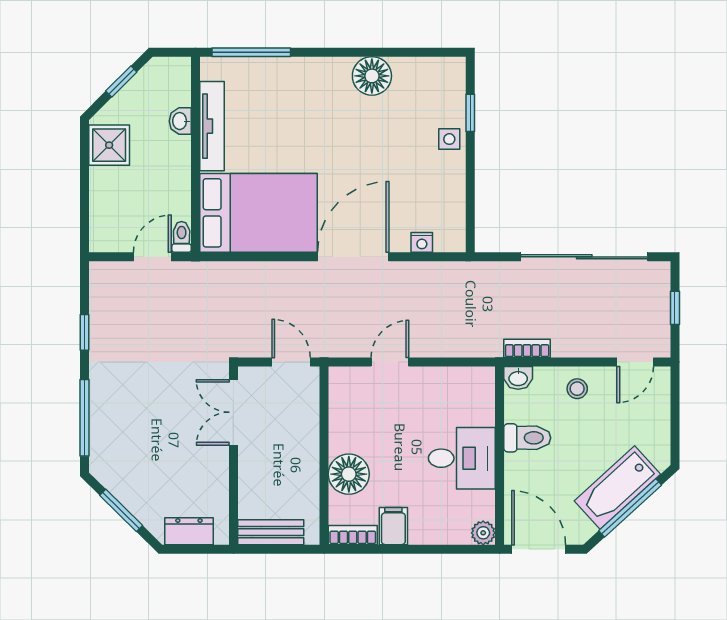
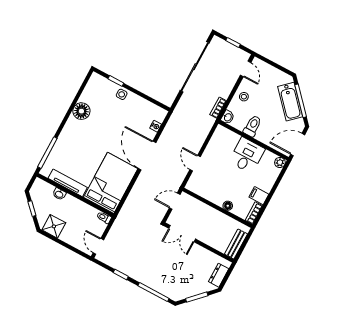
door: (152, 257) -> (98, 246), moved
floor lamp: (349, 474) -> (228, 206), width x0.53, depth x0.53

